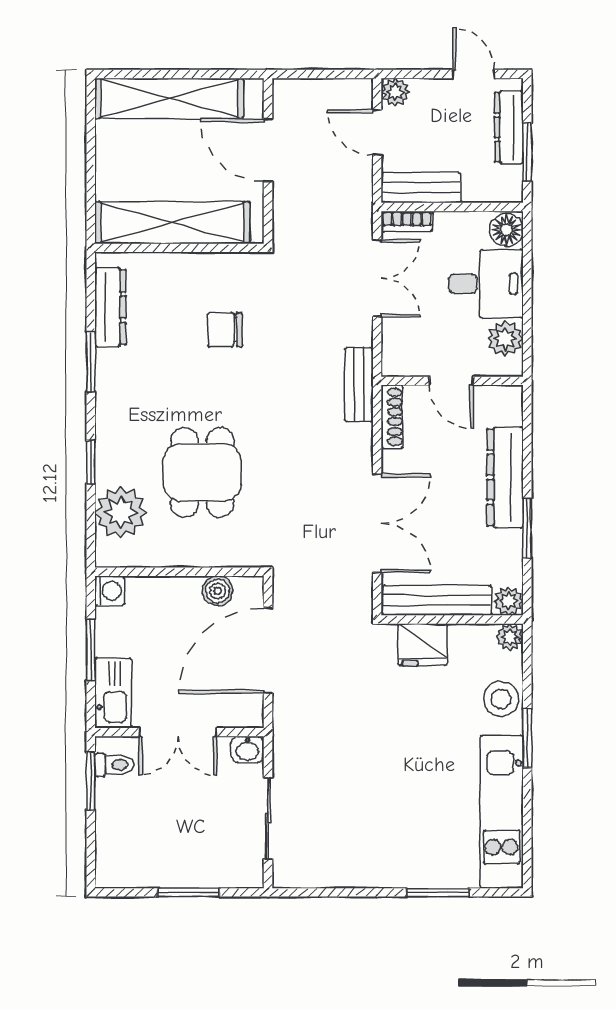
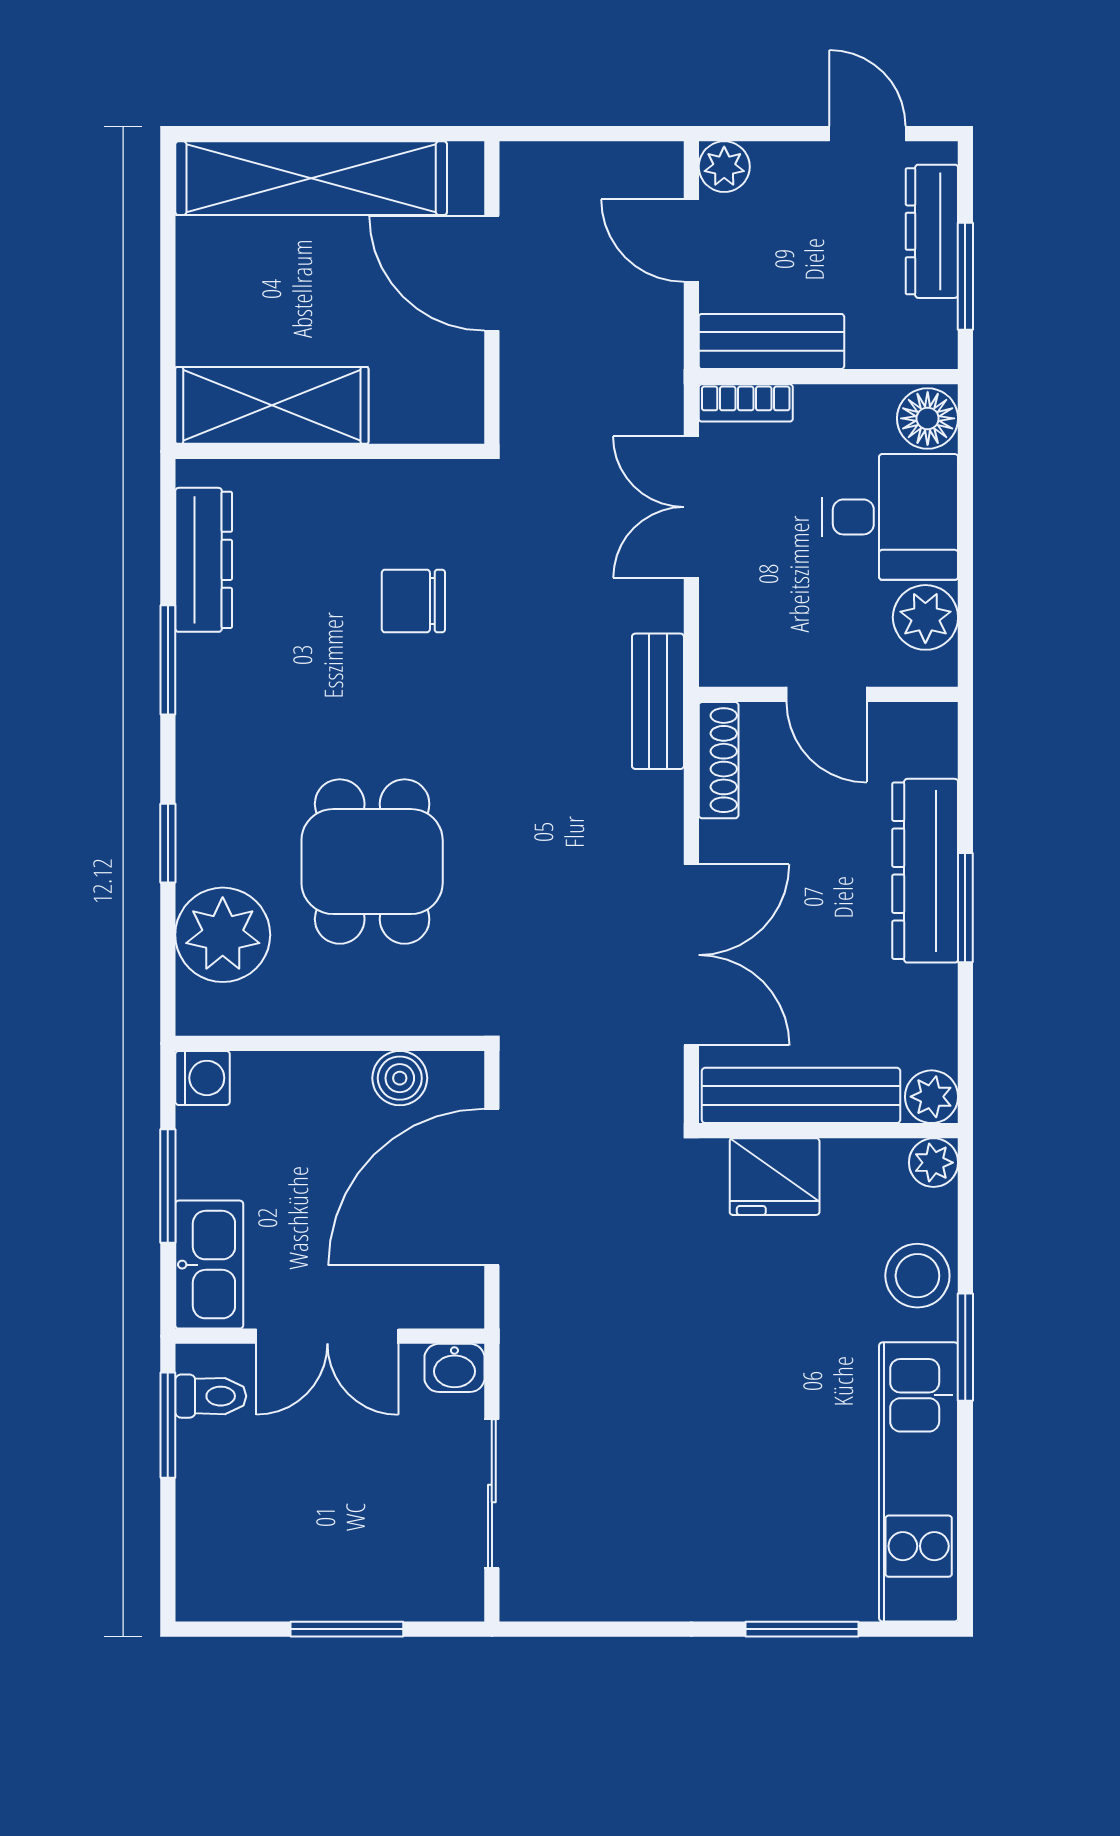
shelving: (172, 223) -> (272, 405), width x0.68
double door: (377, 278) -> (691, 507), swing flipped
window: (527, 528) -> (965, 908), moved

